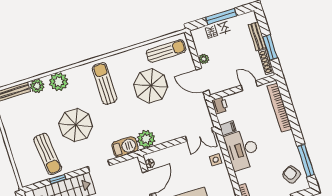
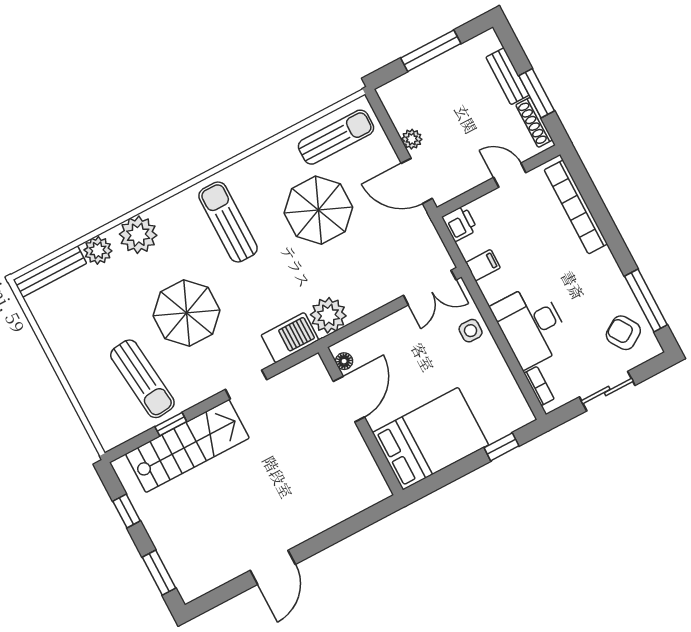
desk: (242, 150) -> (531, 326), moved

